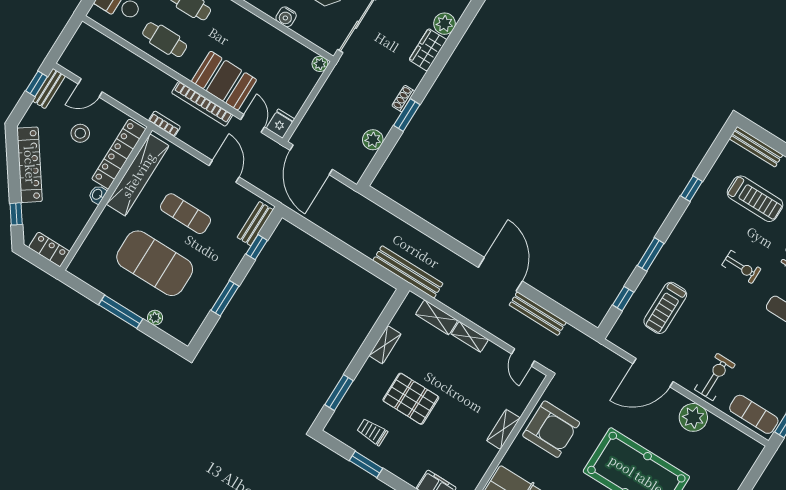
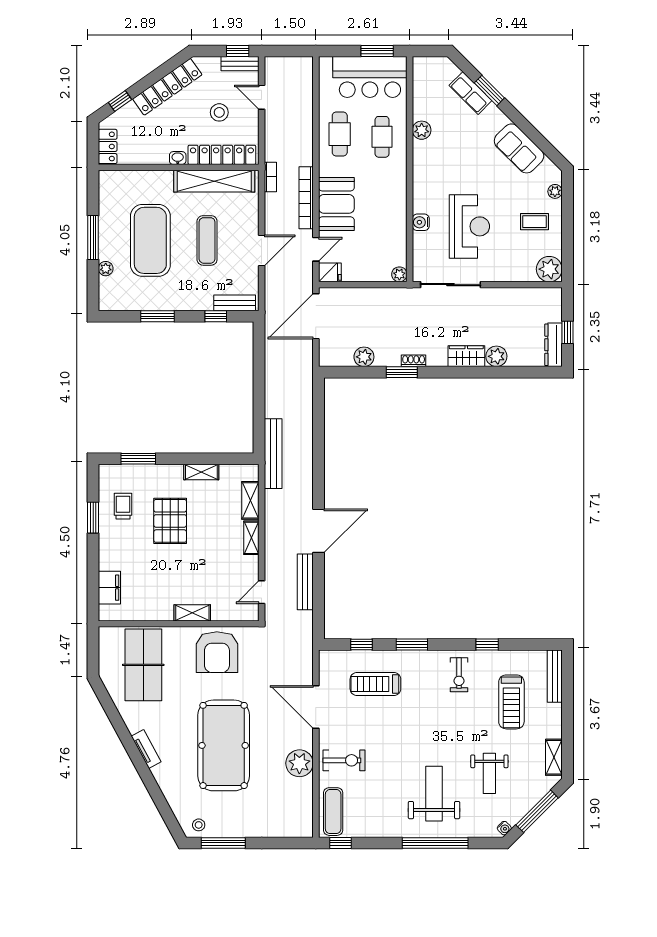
exercise bike: (741, 267) -> (459, 675), moved

